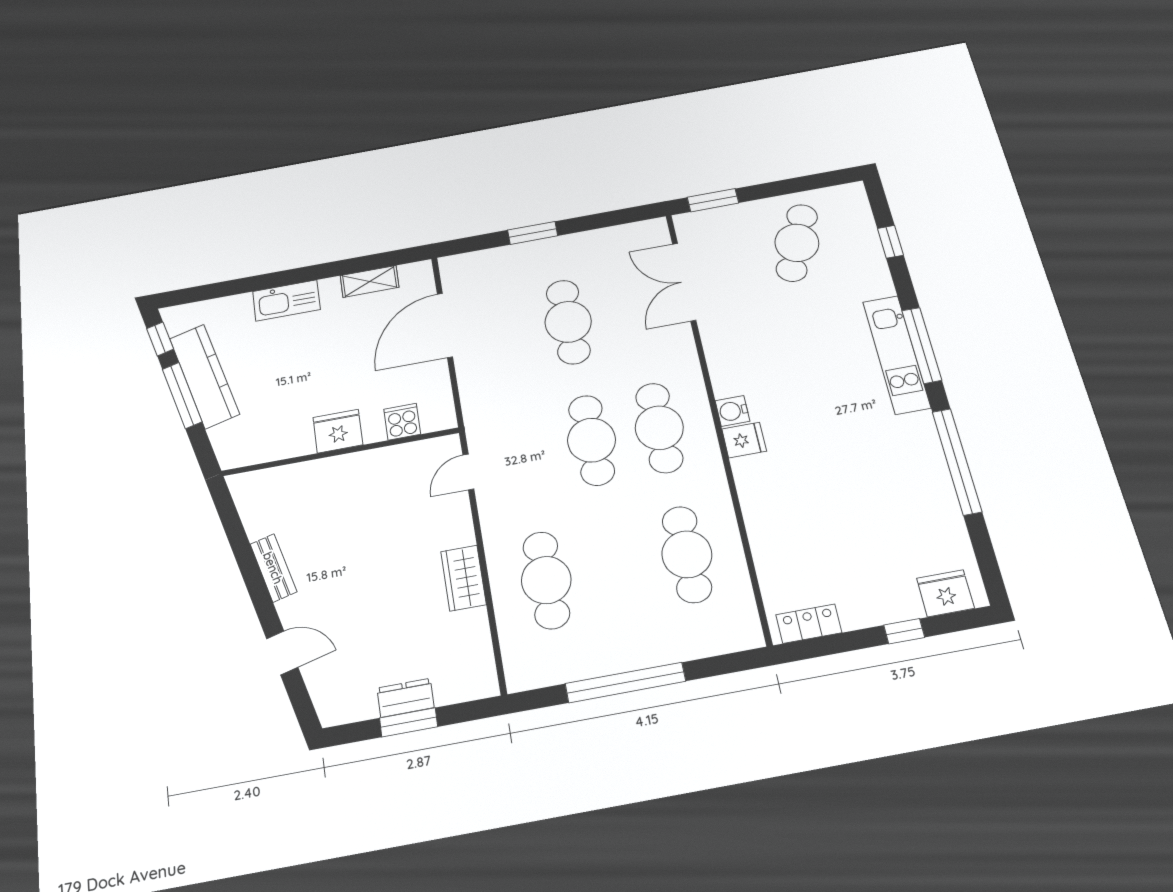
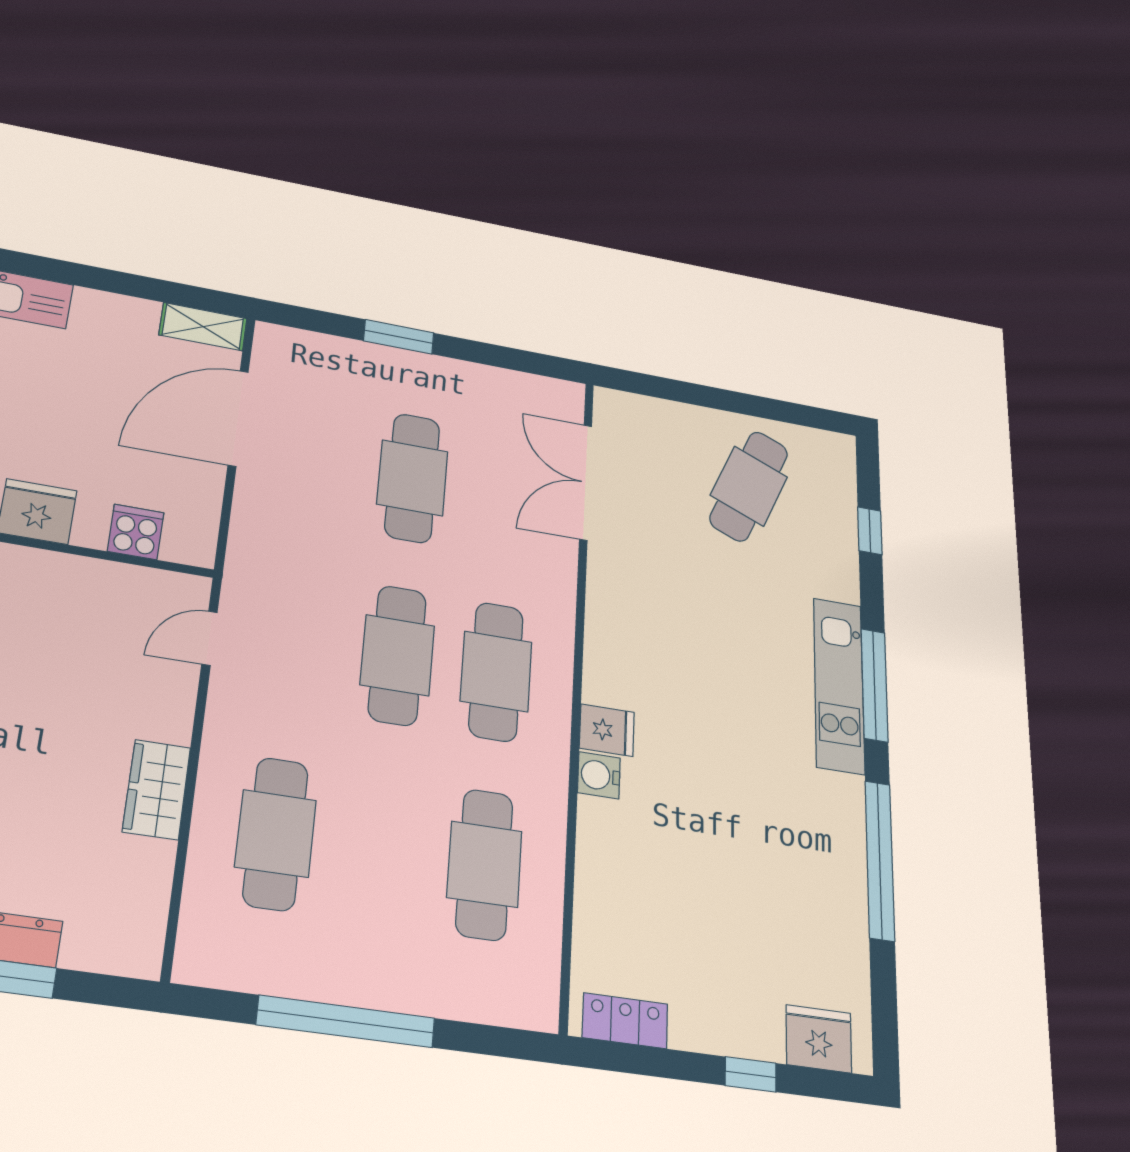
window: (713, 200) -> (654, 386), removed
shelving: (370, 281) -> (203, 327), moved
water cooler: (732, 411) -> (599, 775), moved

